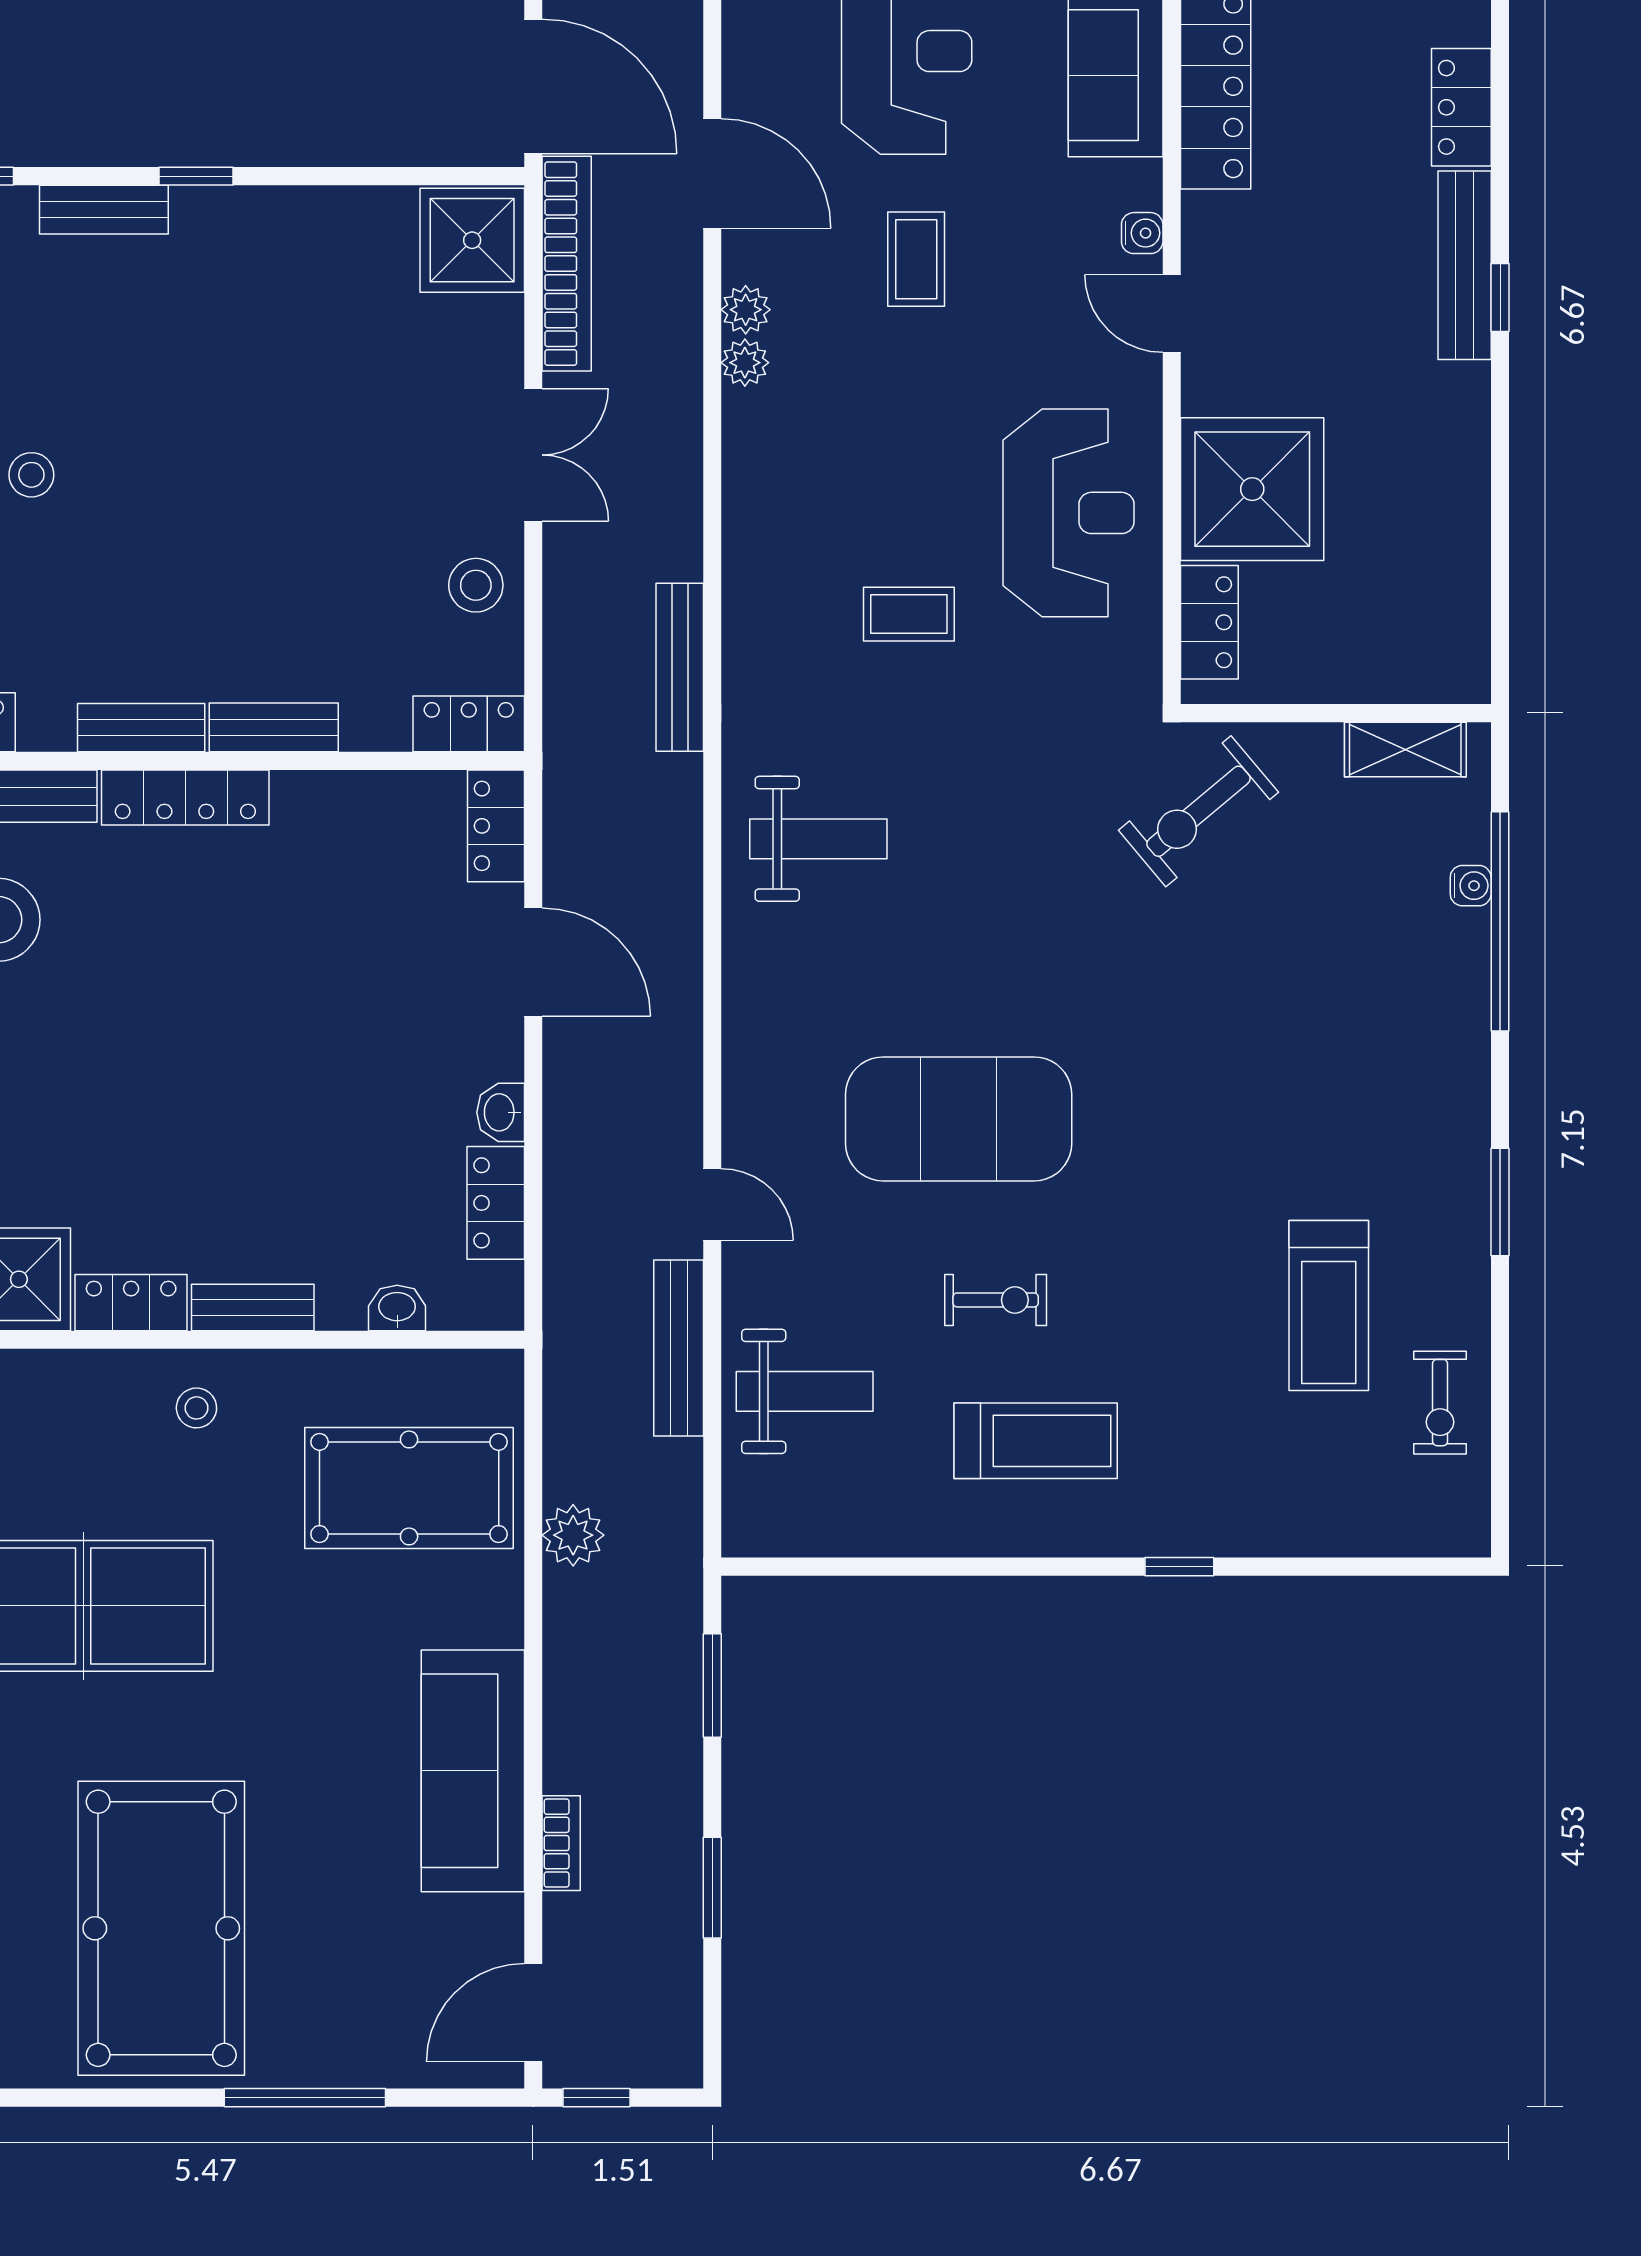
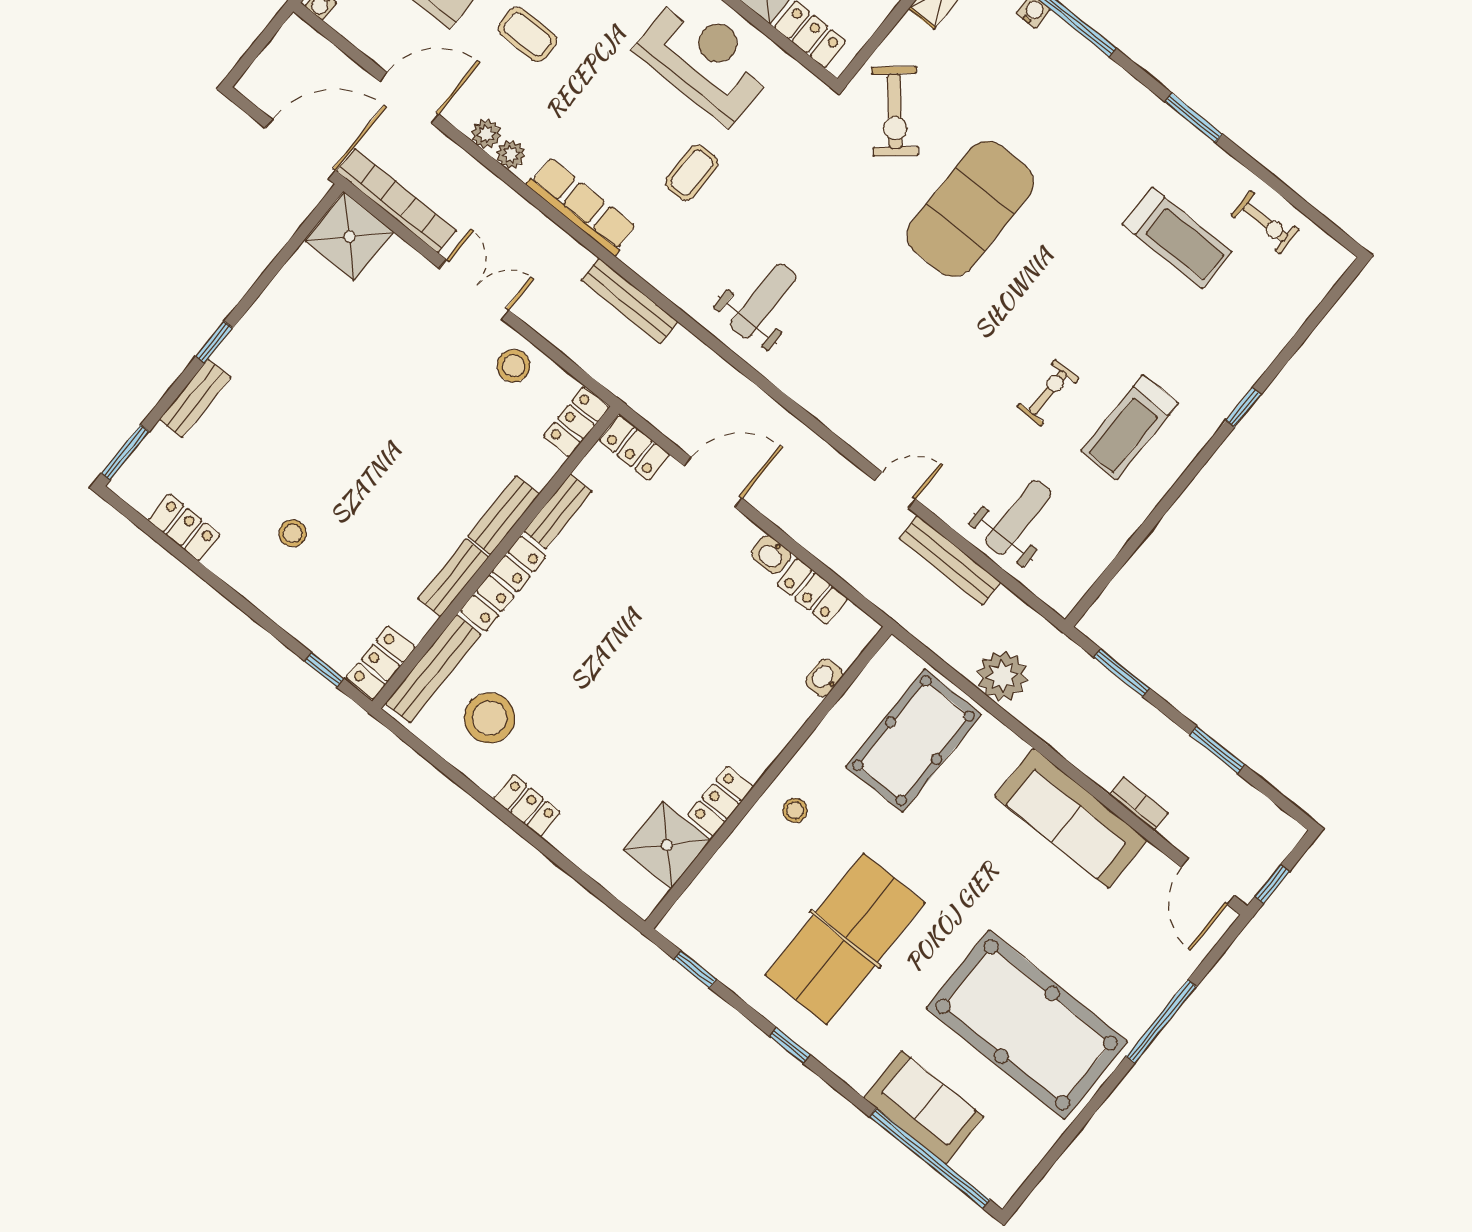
row of seats: (752, 507) -> (582, 206), added
exercise mat: (959, 1119) -> (970, 209), moved
bench: (253, 1308) -> (558, 511), moved
treadmill: (1036, 1441) -> (1129, 427), turned 180
plant: (573, 1535) -> (1002, 676), width x1.36, depth x1.36

